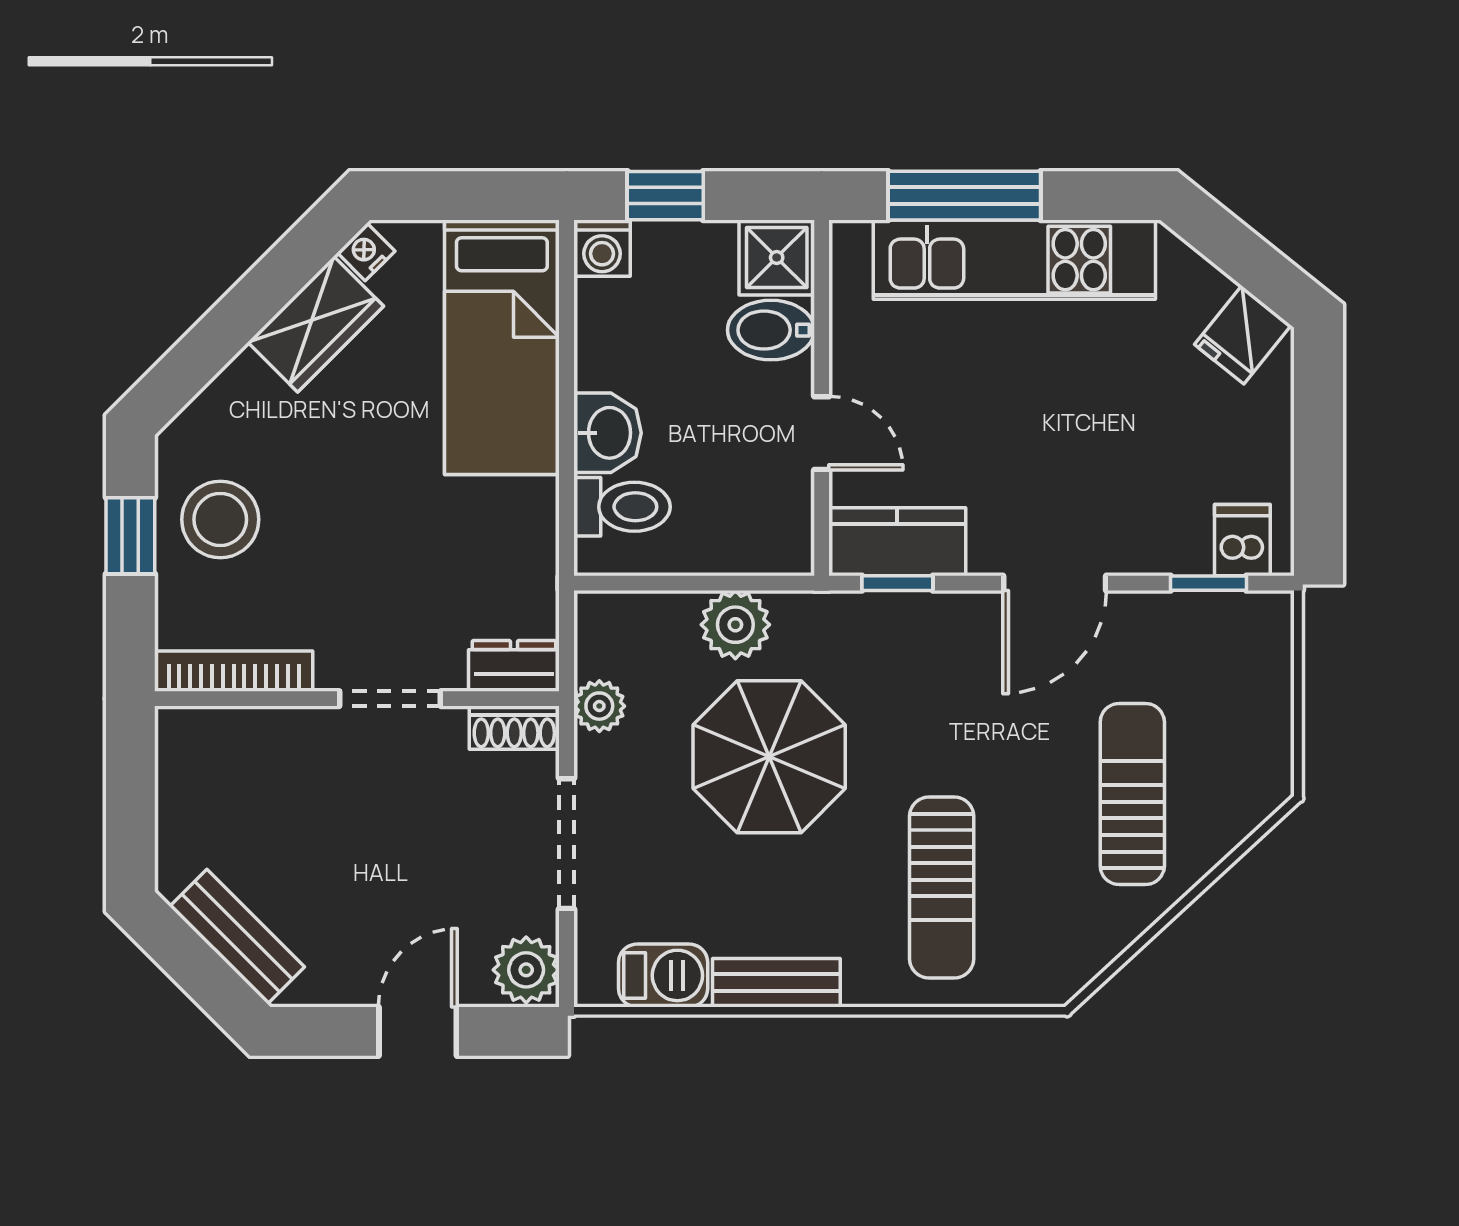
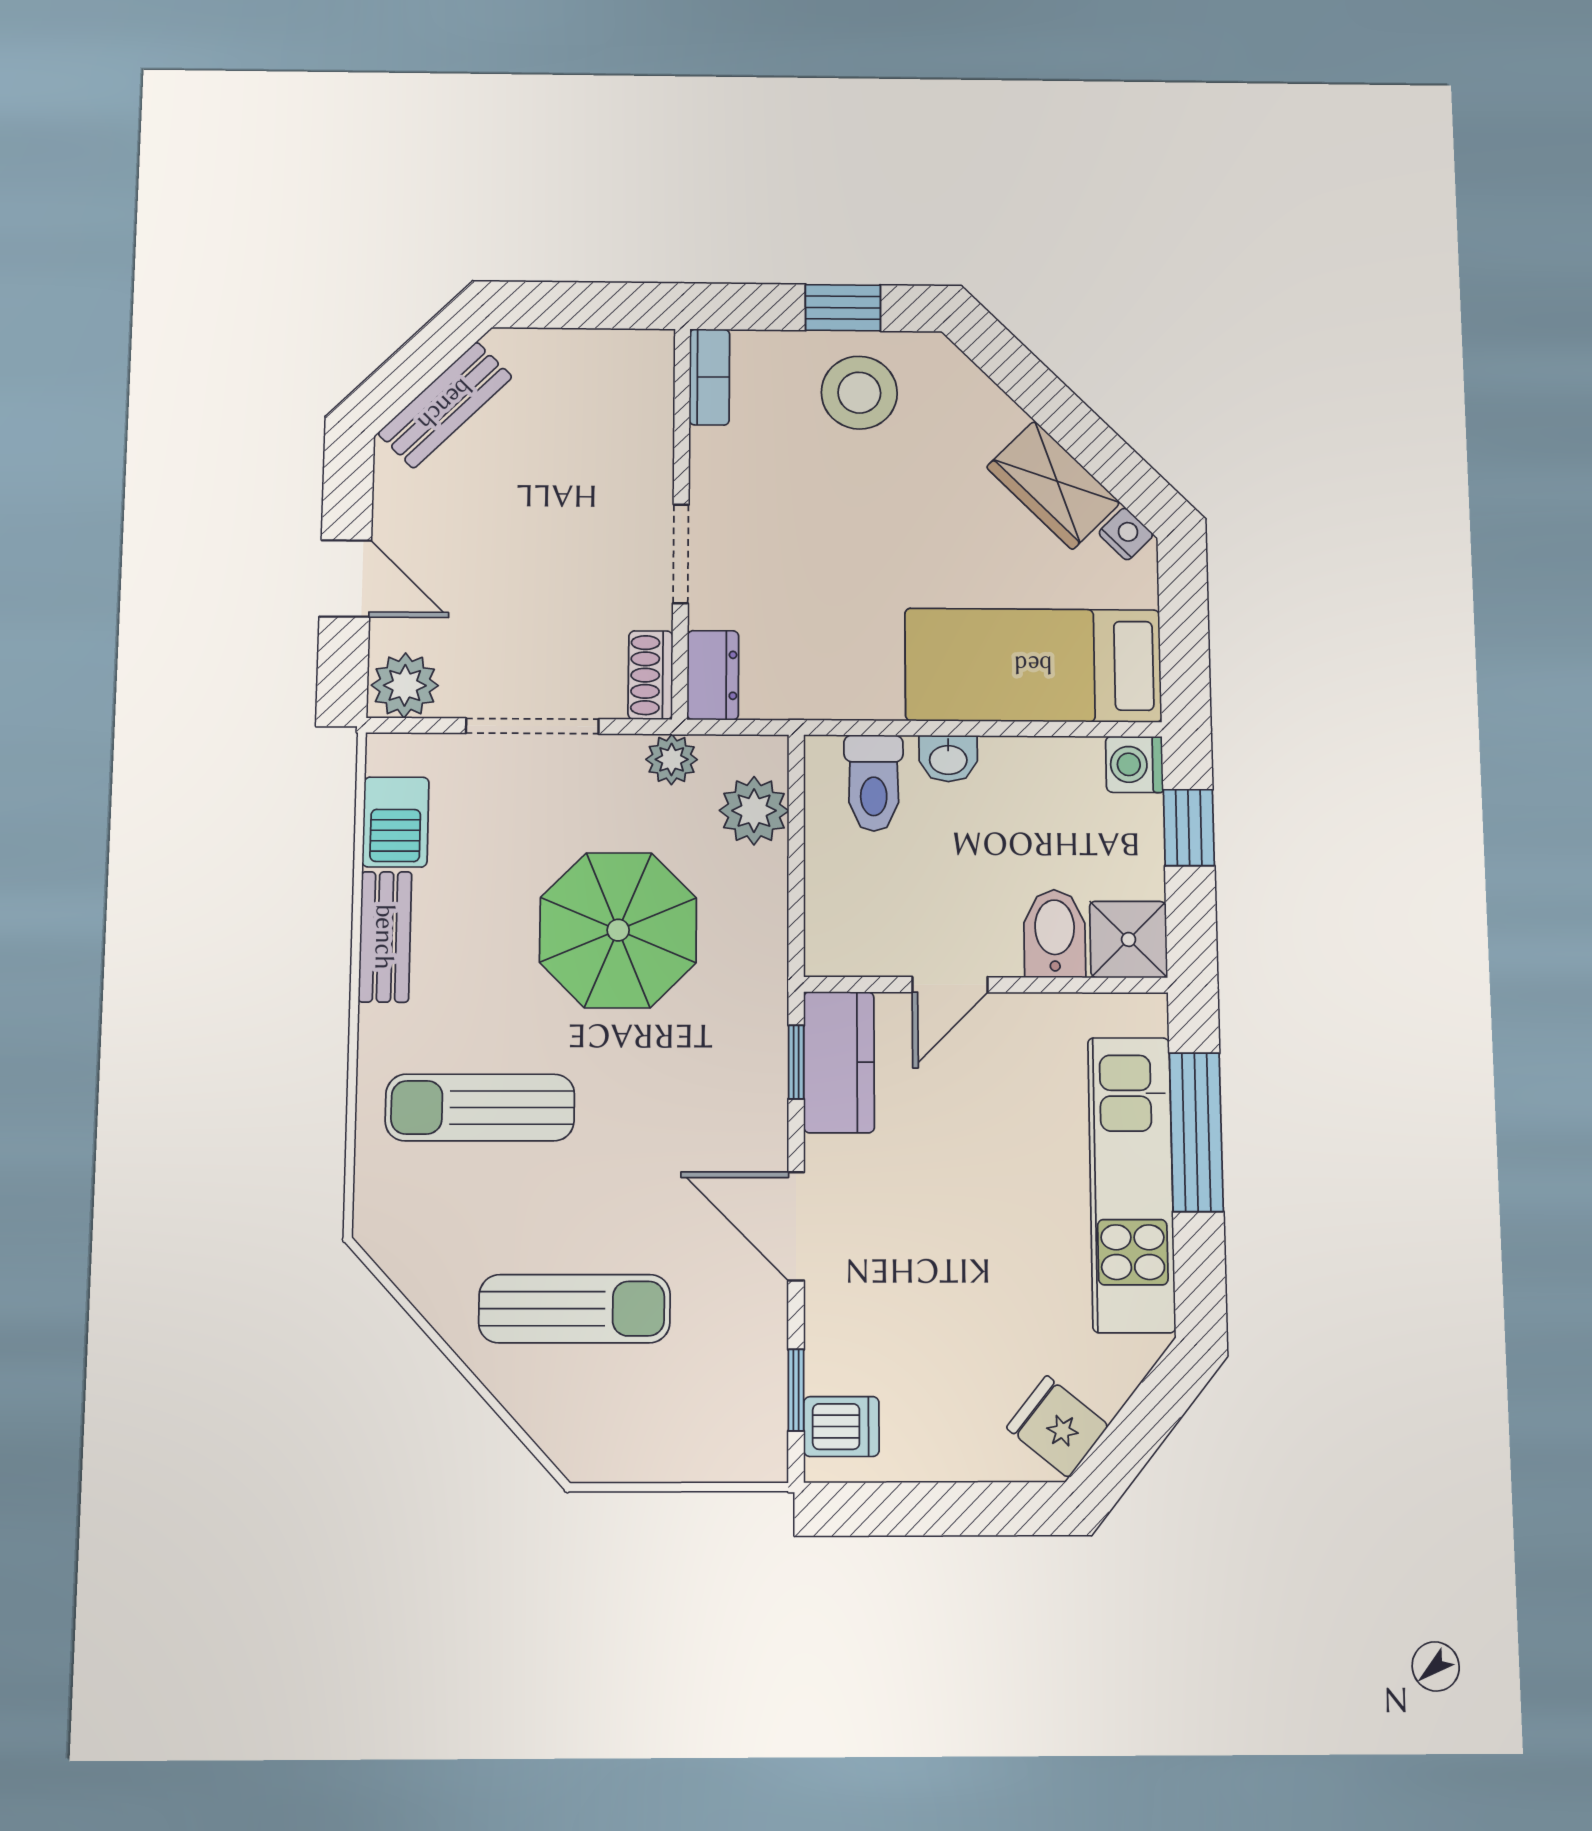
washbasin: (607, 433) -> (948, 759), width x0.72, depth x0.69
plant: (735, 625) -> (754, 811), moved
bookcase: (234, 671) -> (709, 377), width x0.64

